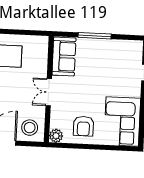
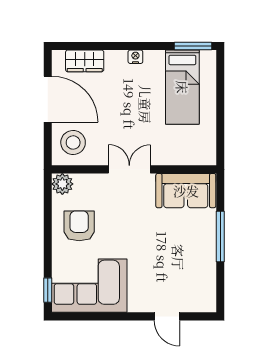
armchair: (83, 126) -> (79, 226), turned 90
window: (124, 148) -> (48, 290), added

